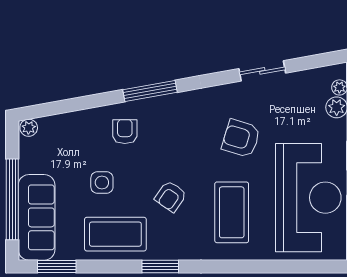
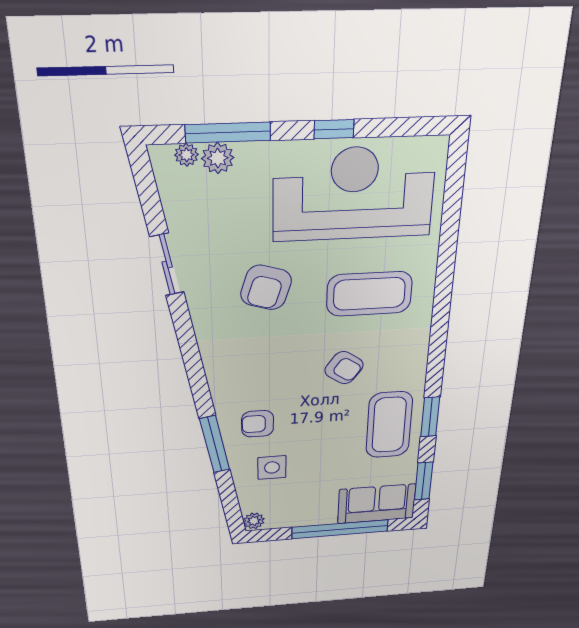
window: (150, 91) -> (215, 444), moved
side table: (102, 183) -> (272, 467), moved
sofa: (37, 217) -> (377, 504), width x0.73
window: (160, 266) -> (430, 417), moved

